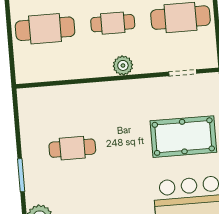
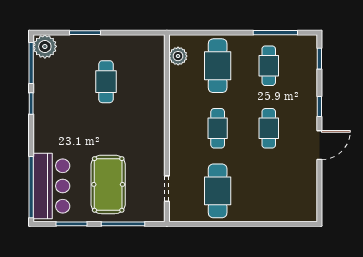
plant: (123, 65) -> (178, 56), moved

